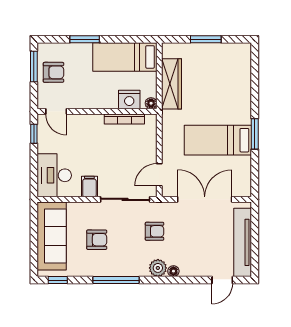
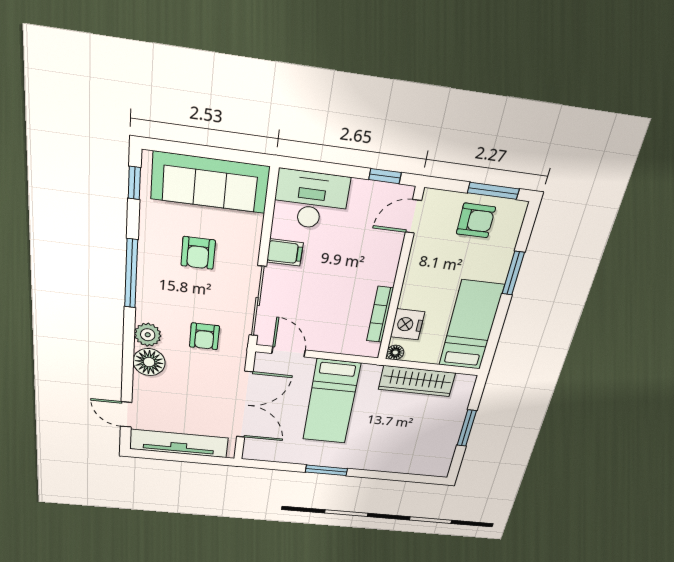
armchair: (53, 72) -> (476, 220), turned -90
bed: (218, 140) -> (331, 402), moved, turned 180
floor lamp: (173, 271) -> (149, 362), width x1.89, depth x1.89

